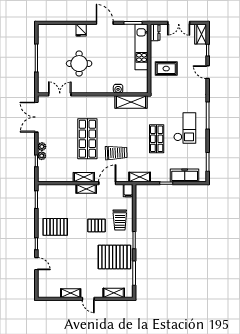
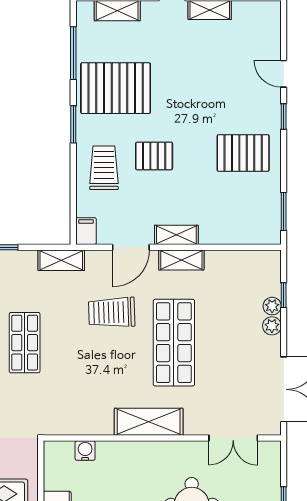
water cooler: (118, 89) -> (85, 451), moved
shelving: (131, 102) -> (149, 422), moved

